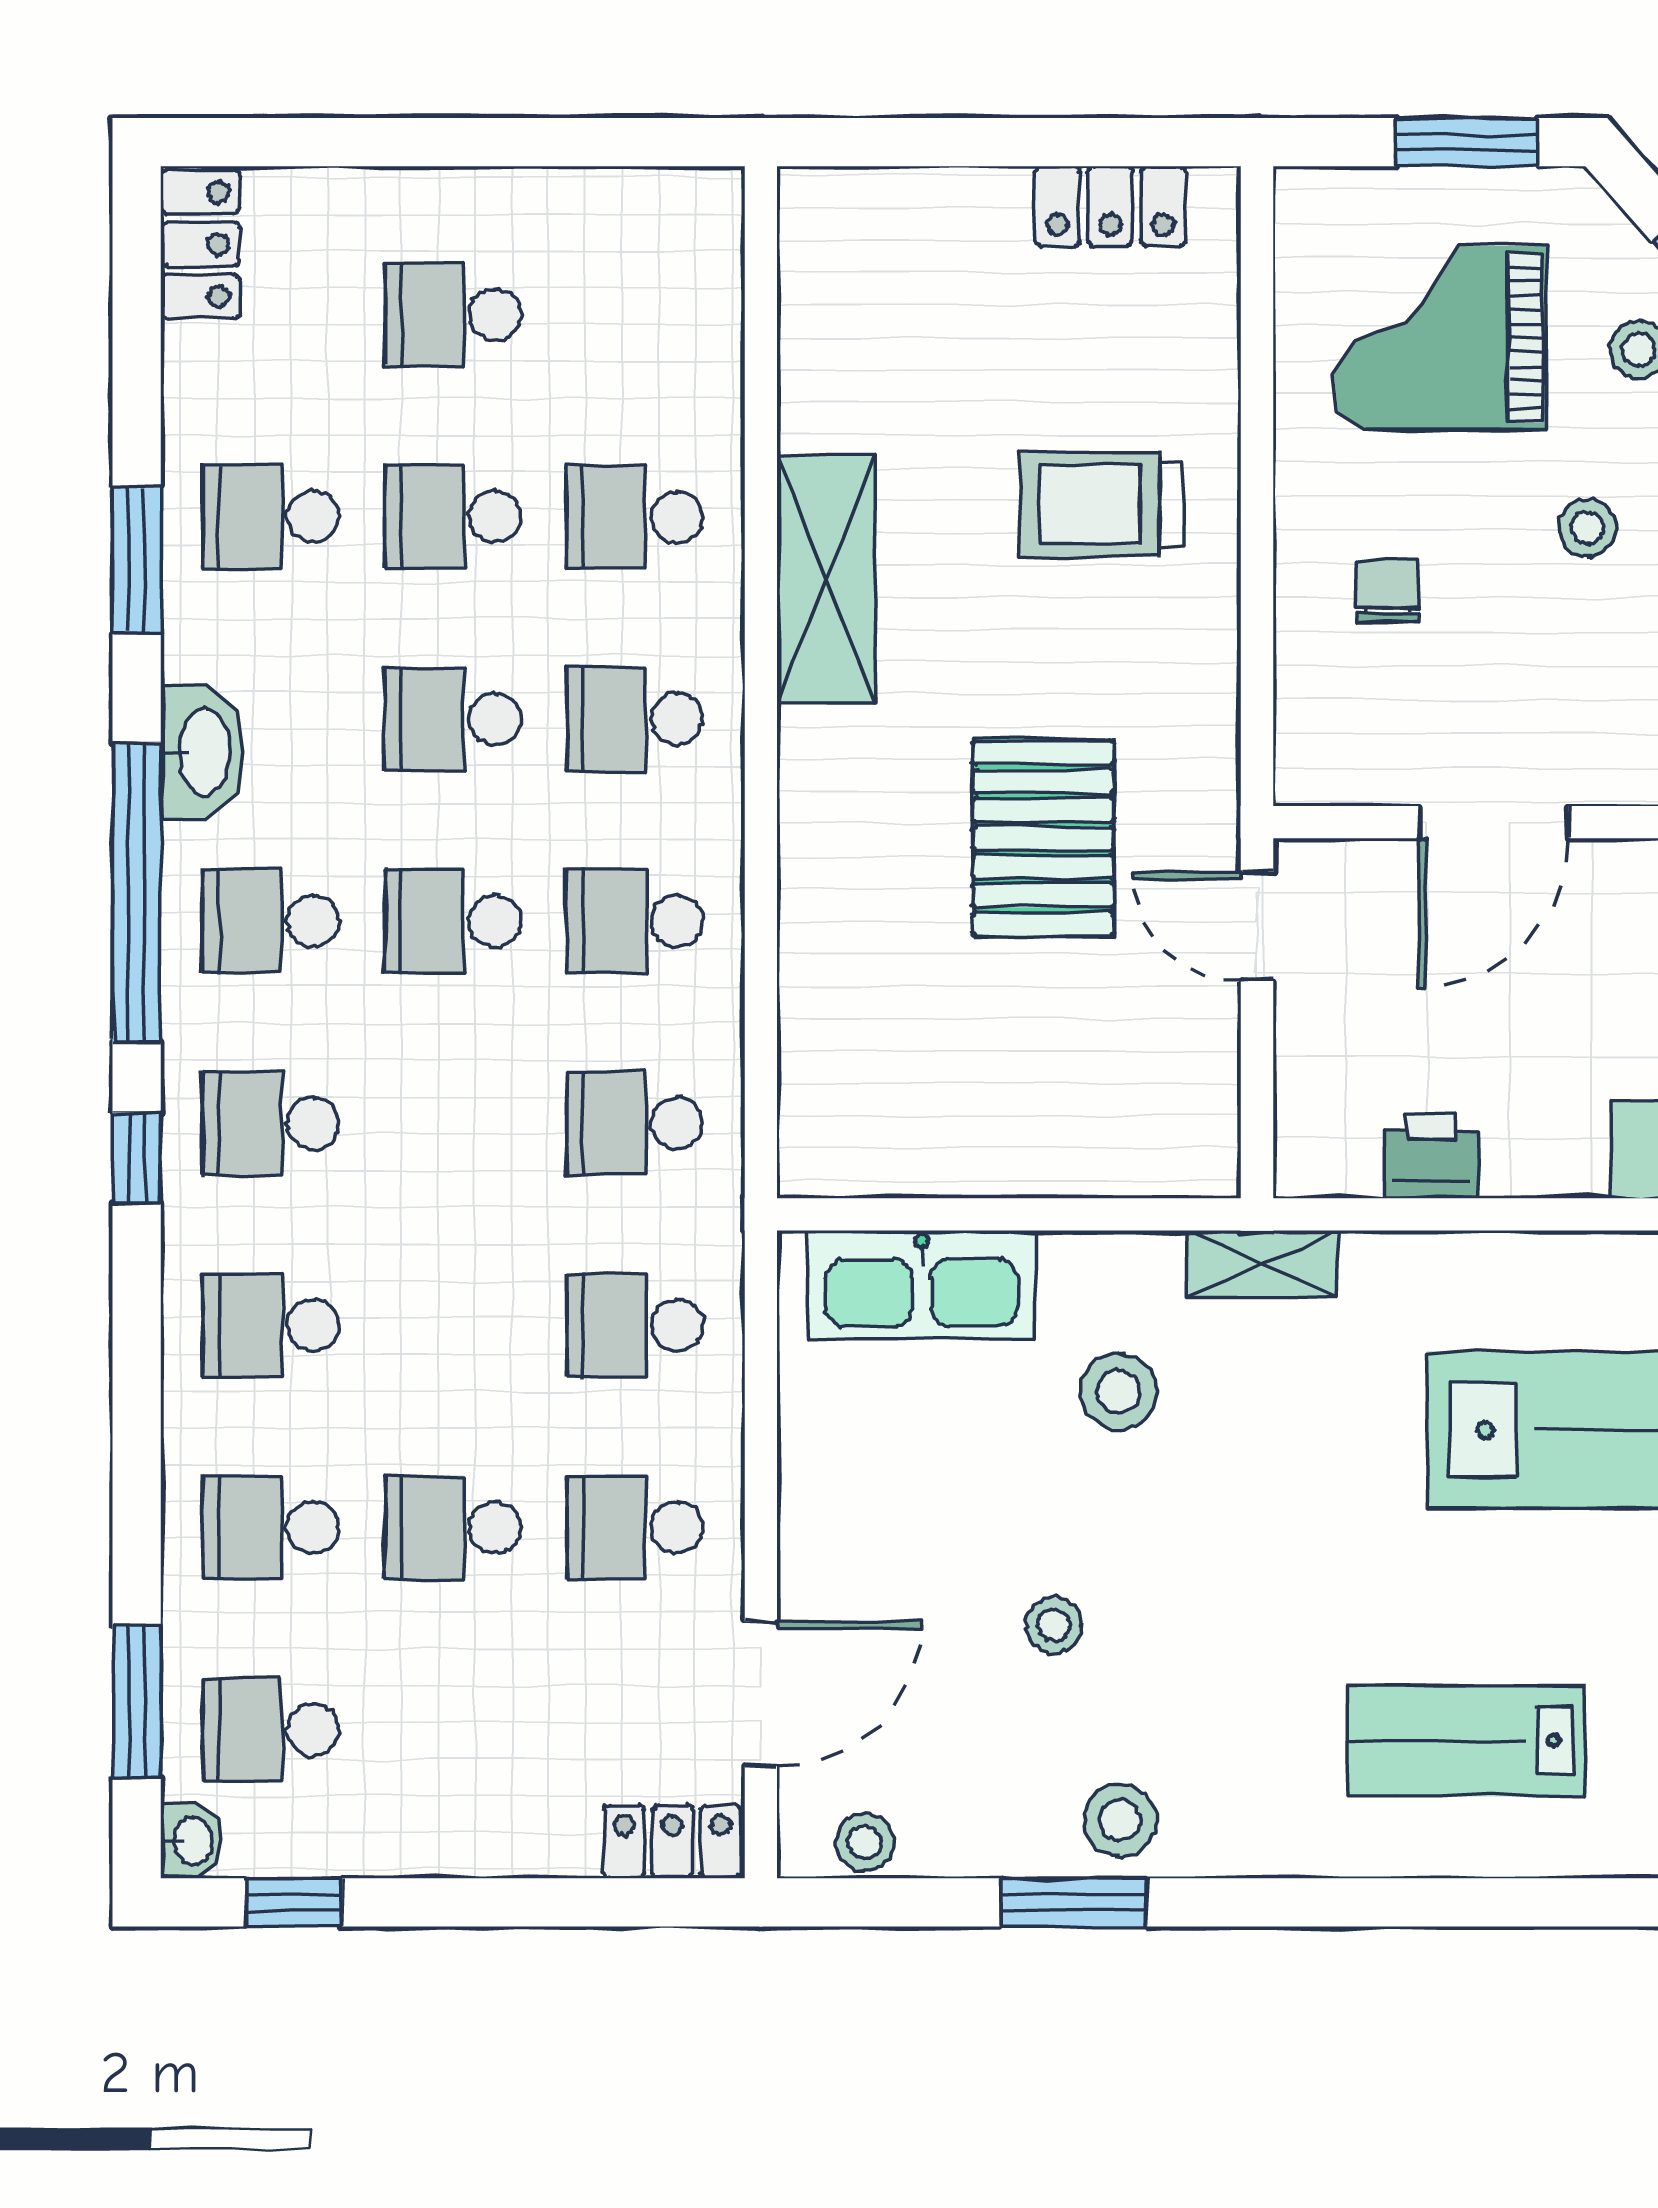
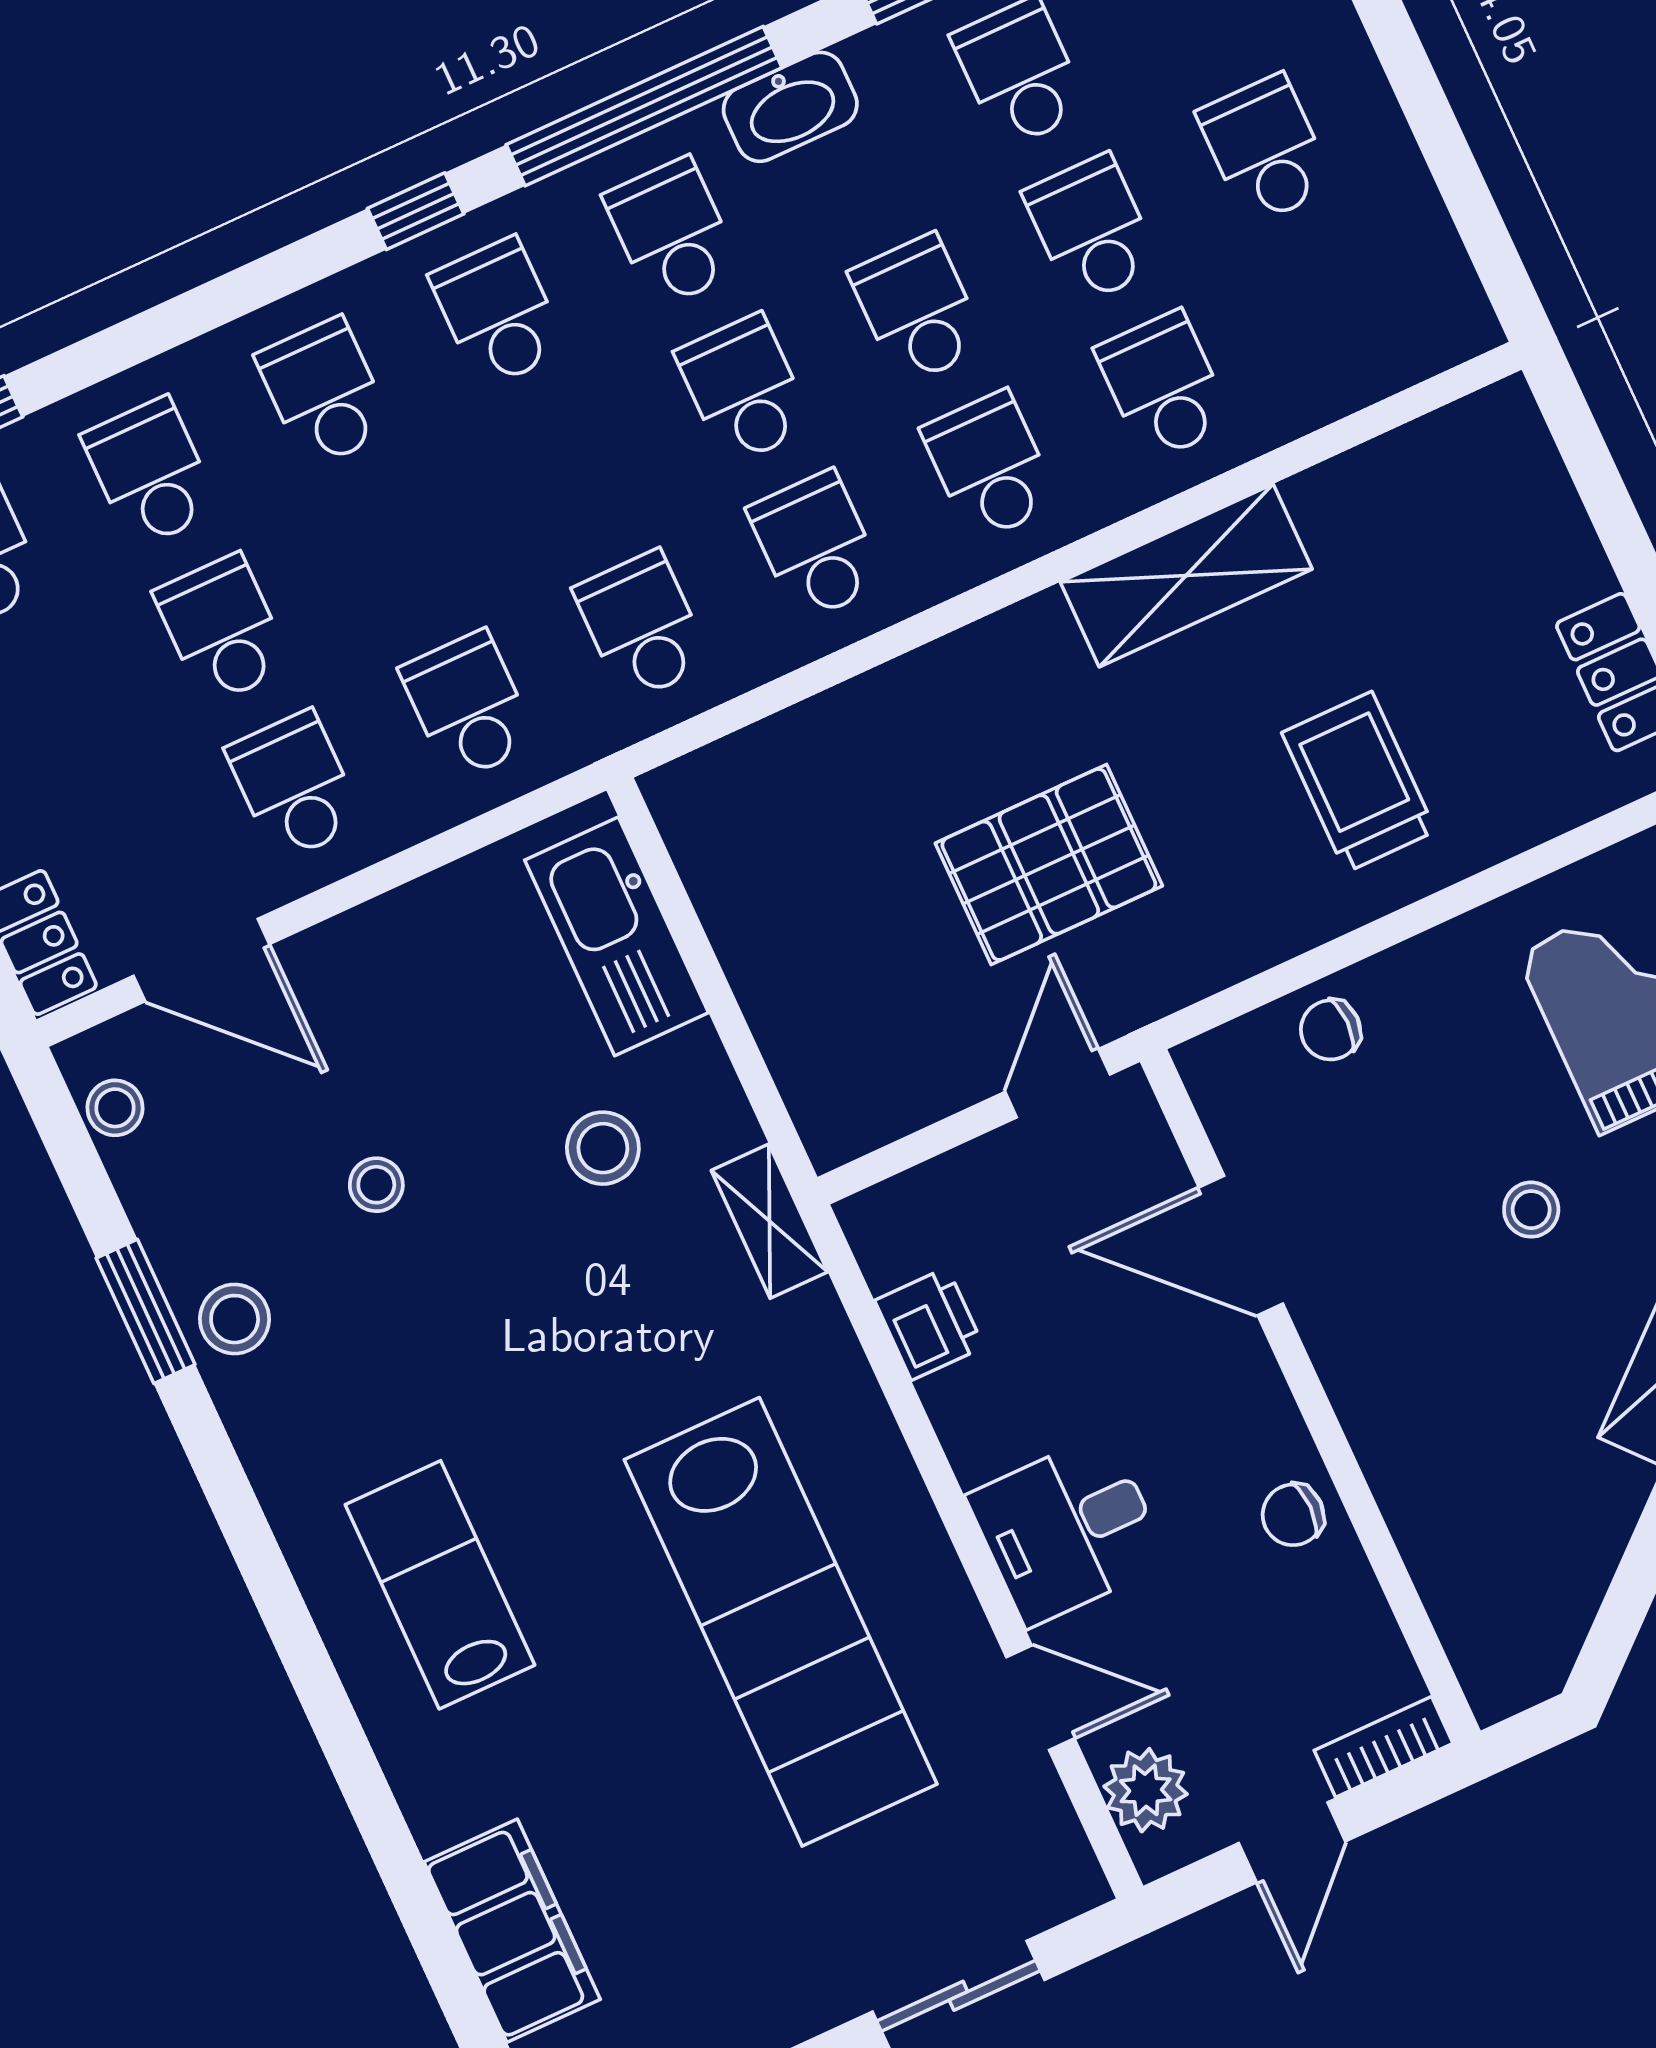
chair: (1387, 591) -> (1330, 1030), moved, turned 180

